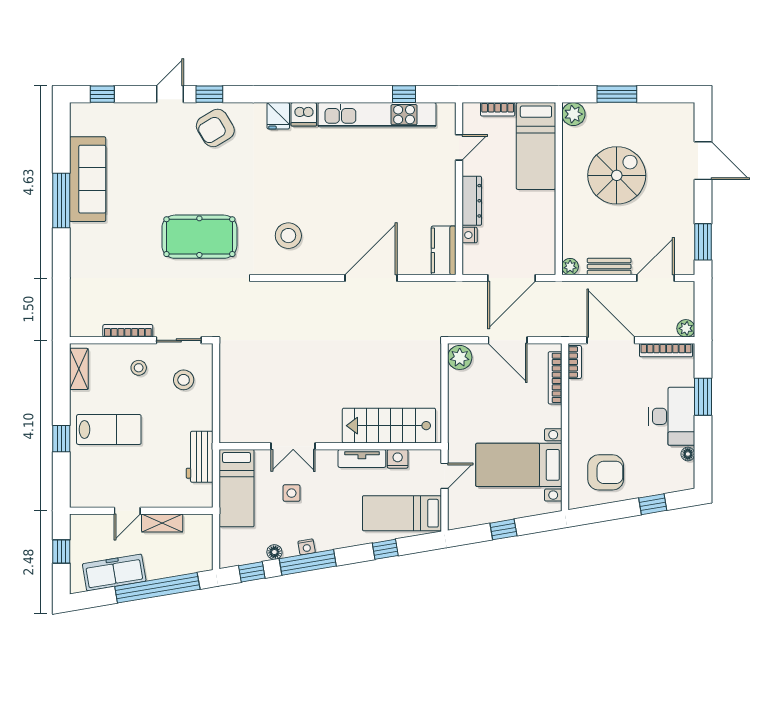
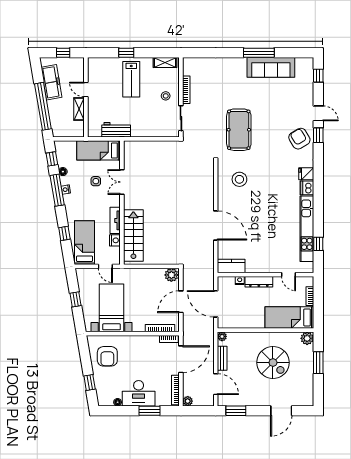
stool: (184, 380) -> (159, 121), removed

